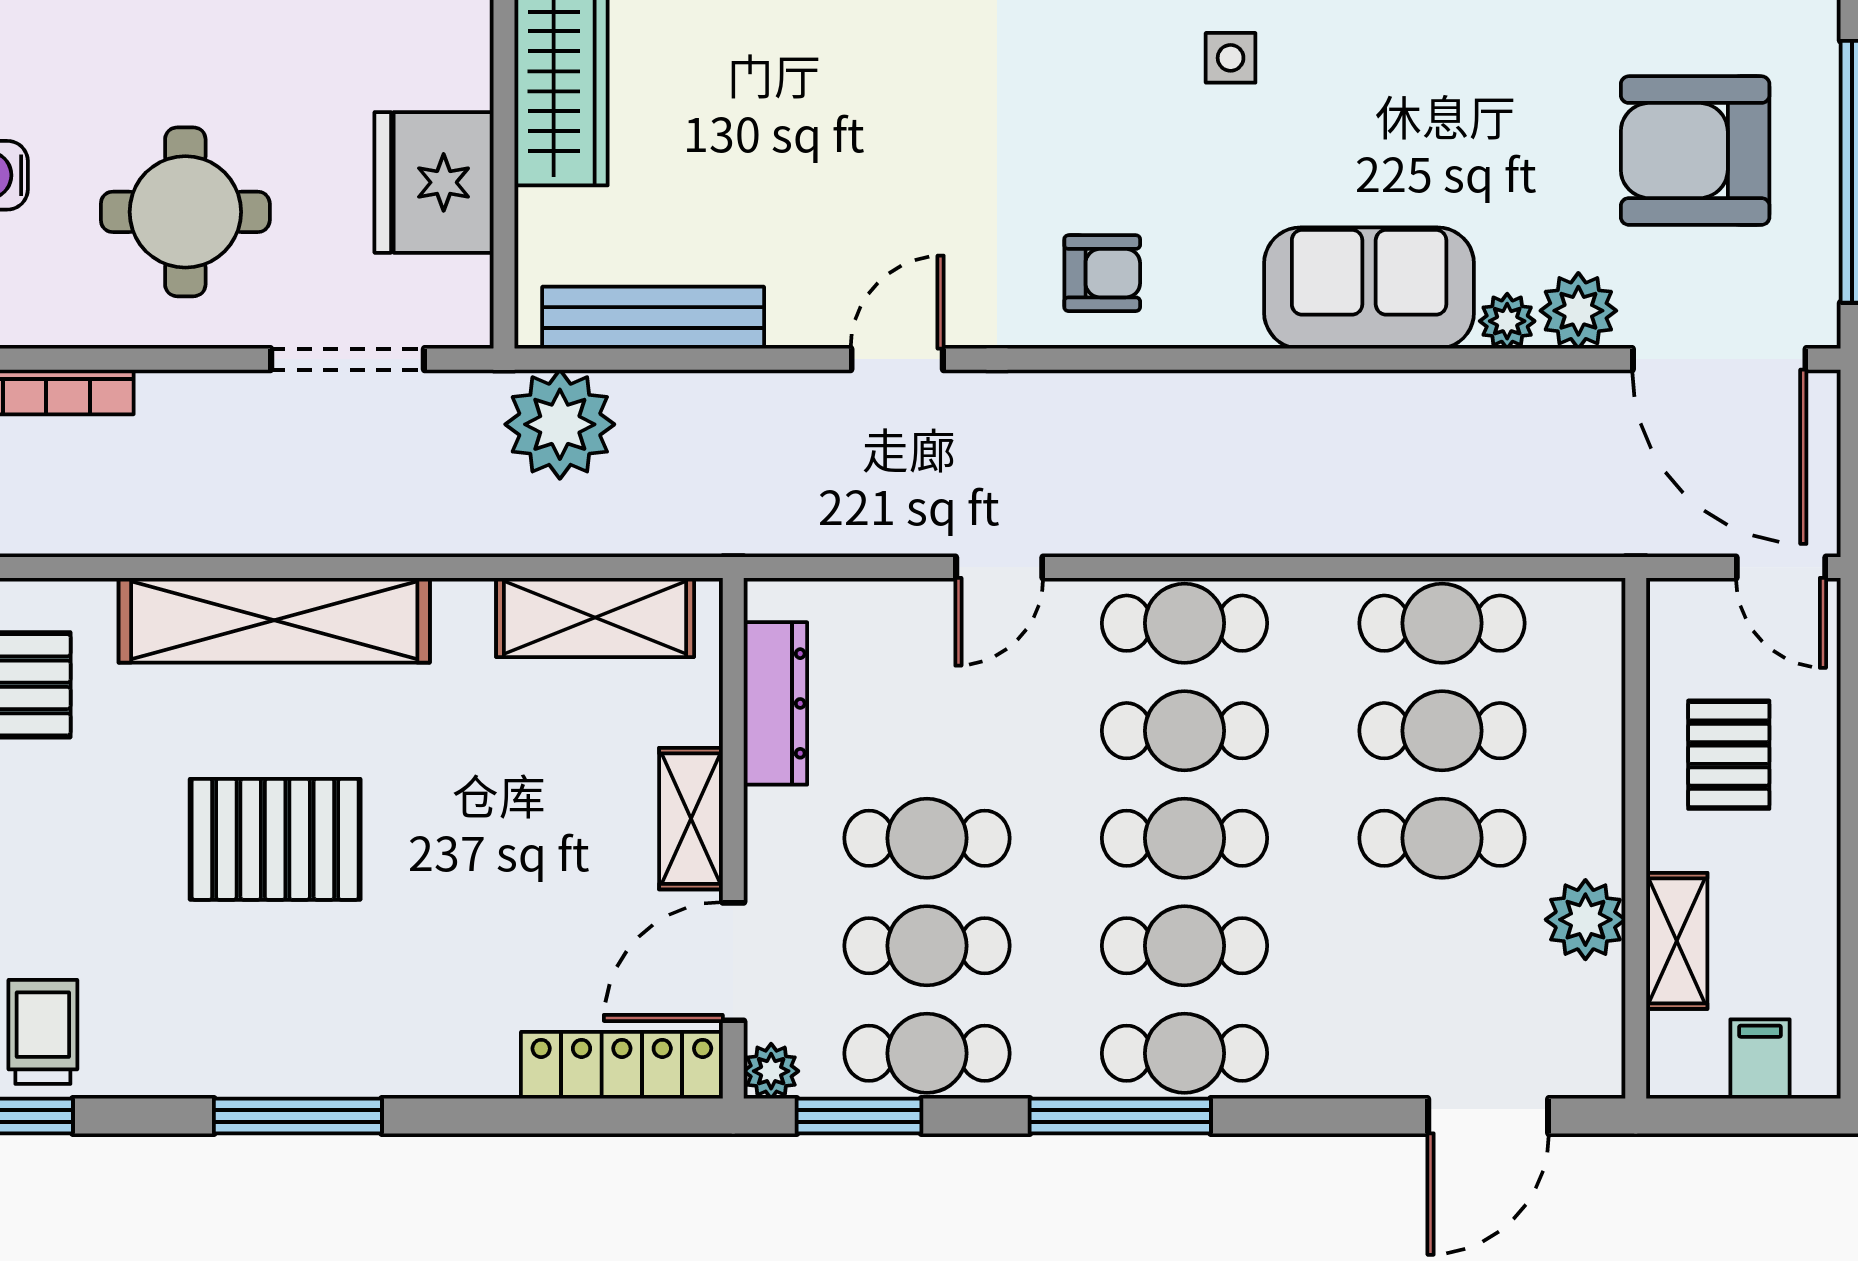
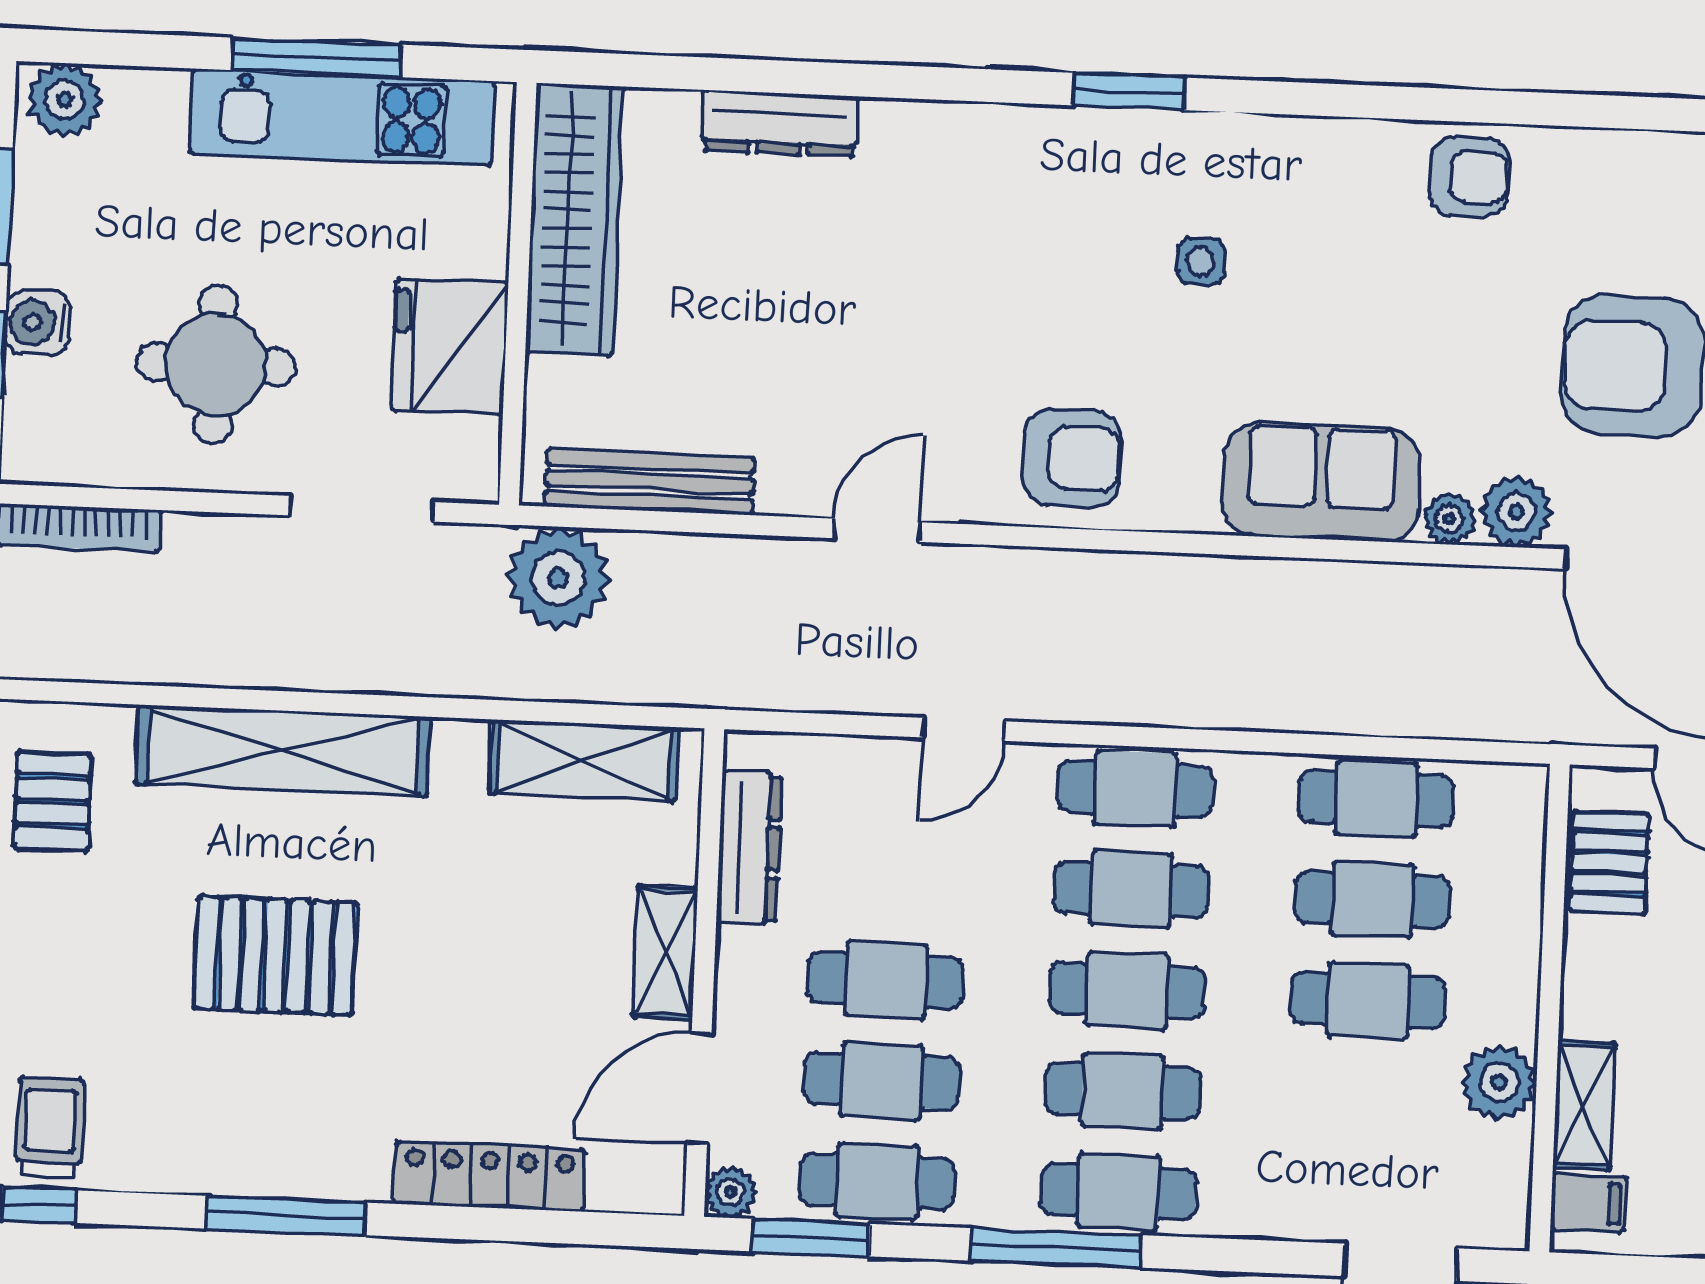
armchair: (1102, 273) -> (1072, 458), width x1.38, depth x1.38
pallet: (1729, 755) -> (1609, 863), moved
filing cabinet: (1760, 1059) -> (1588, 1203), moved, turned 90
locker: (622, 1065) -> (489, 1176), moved

